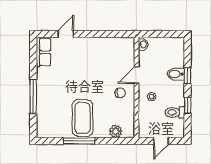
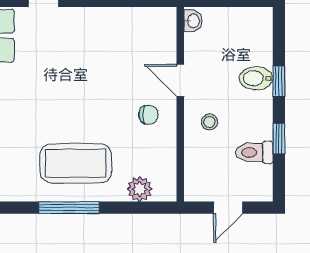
door: (137, 75) -> (180, 80), hinge flipped
coffee table: (82, 118) -> (76, 163), turned 90

